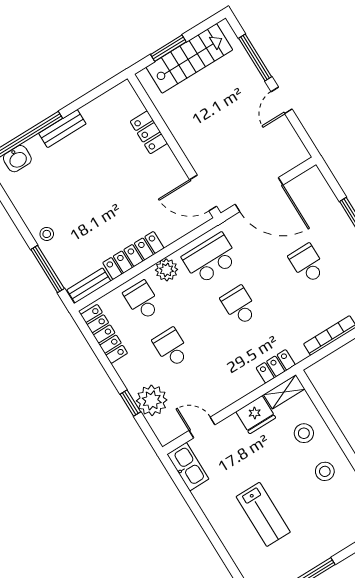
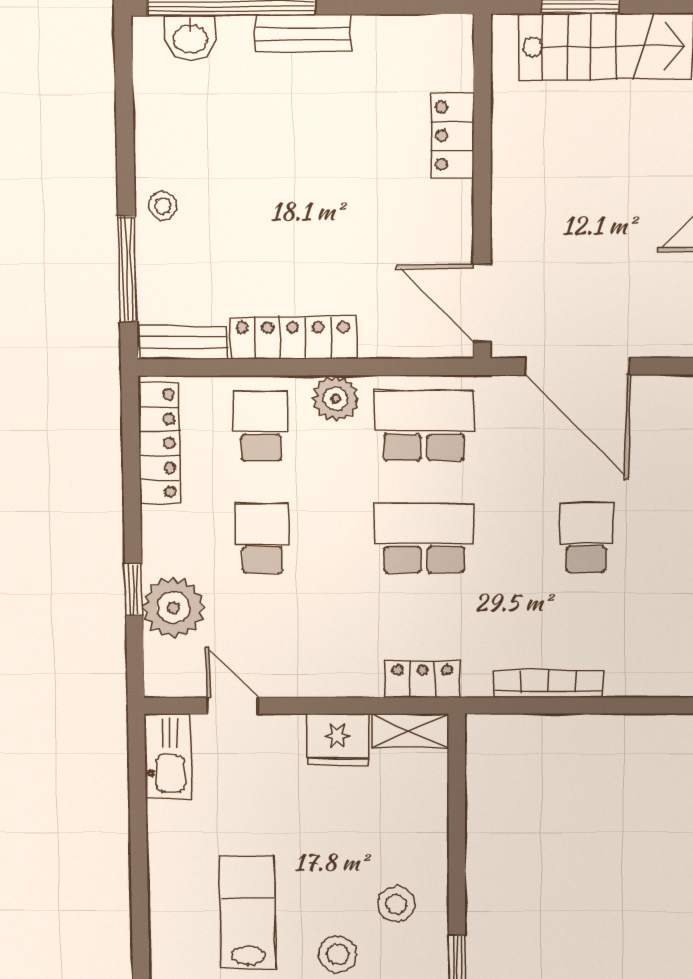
school desk: (239, 306) -> (424, 538), width x1.85
stool: (304, 433) -> (338, 954), moved
lab bench: (263, 514) -> (248, 912), turned 180

